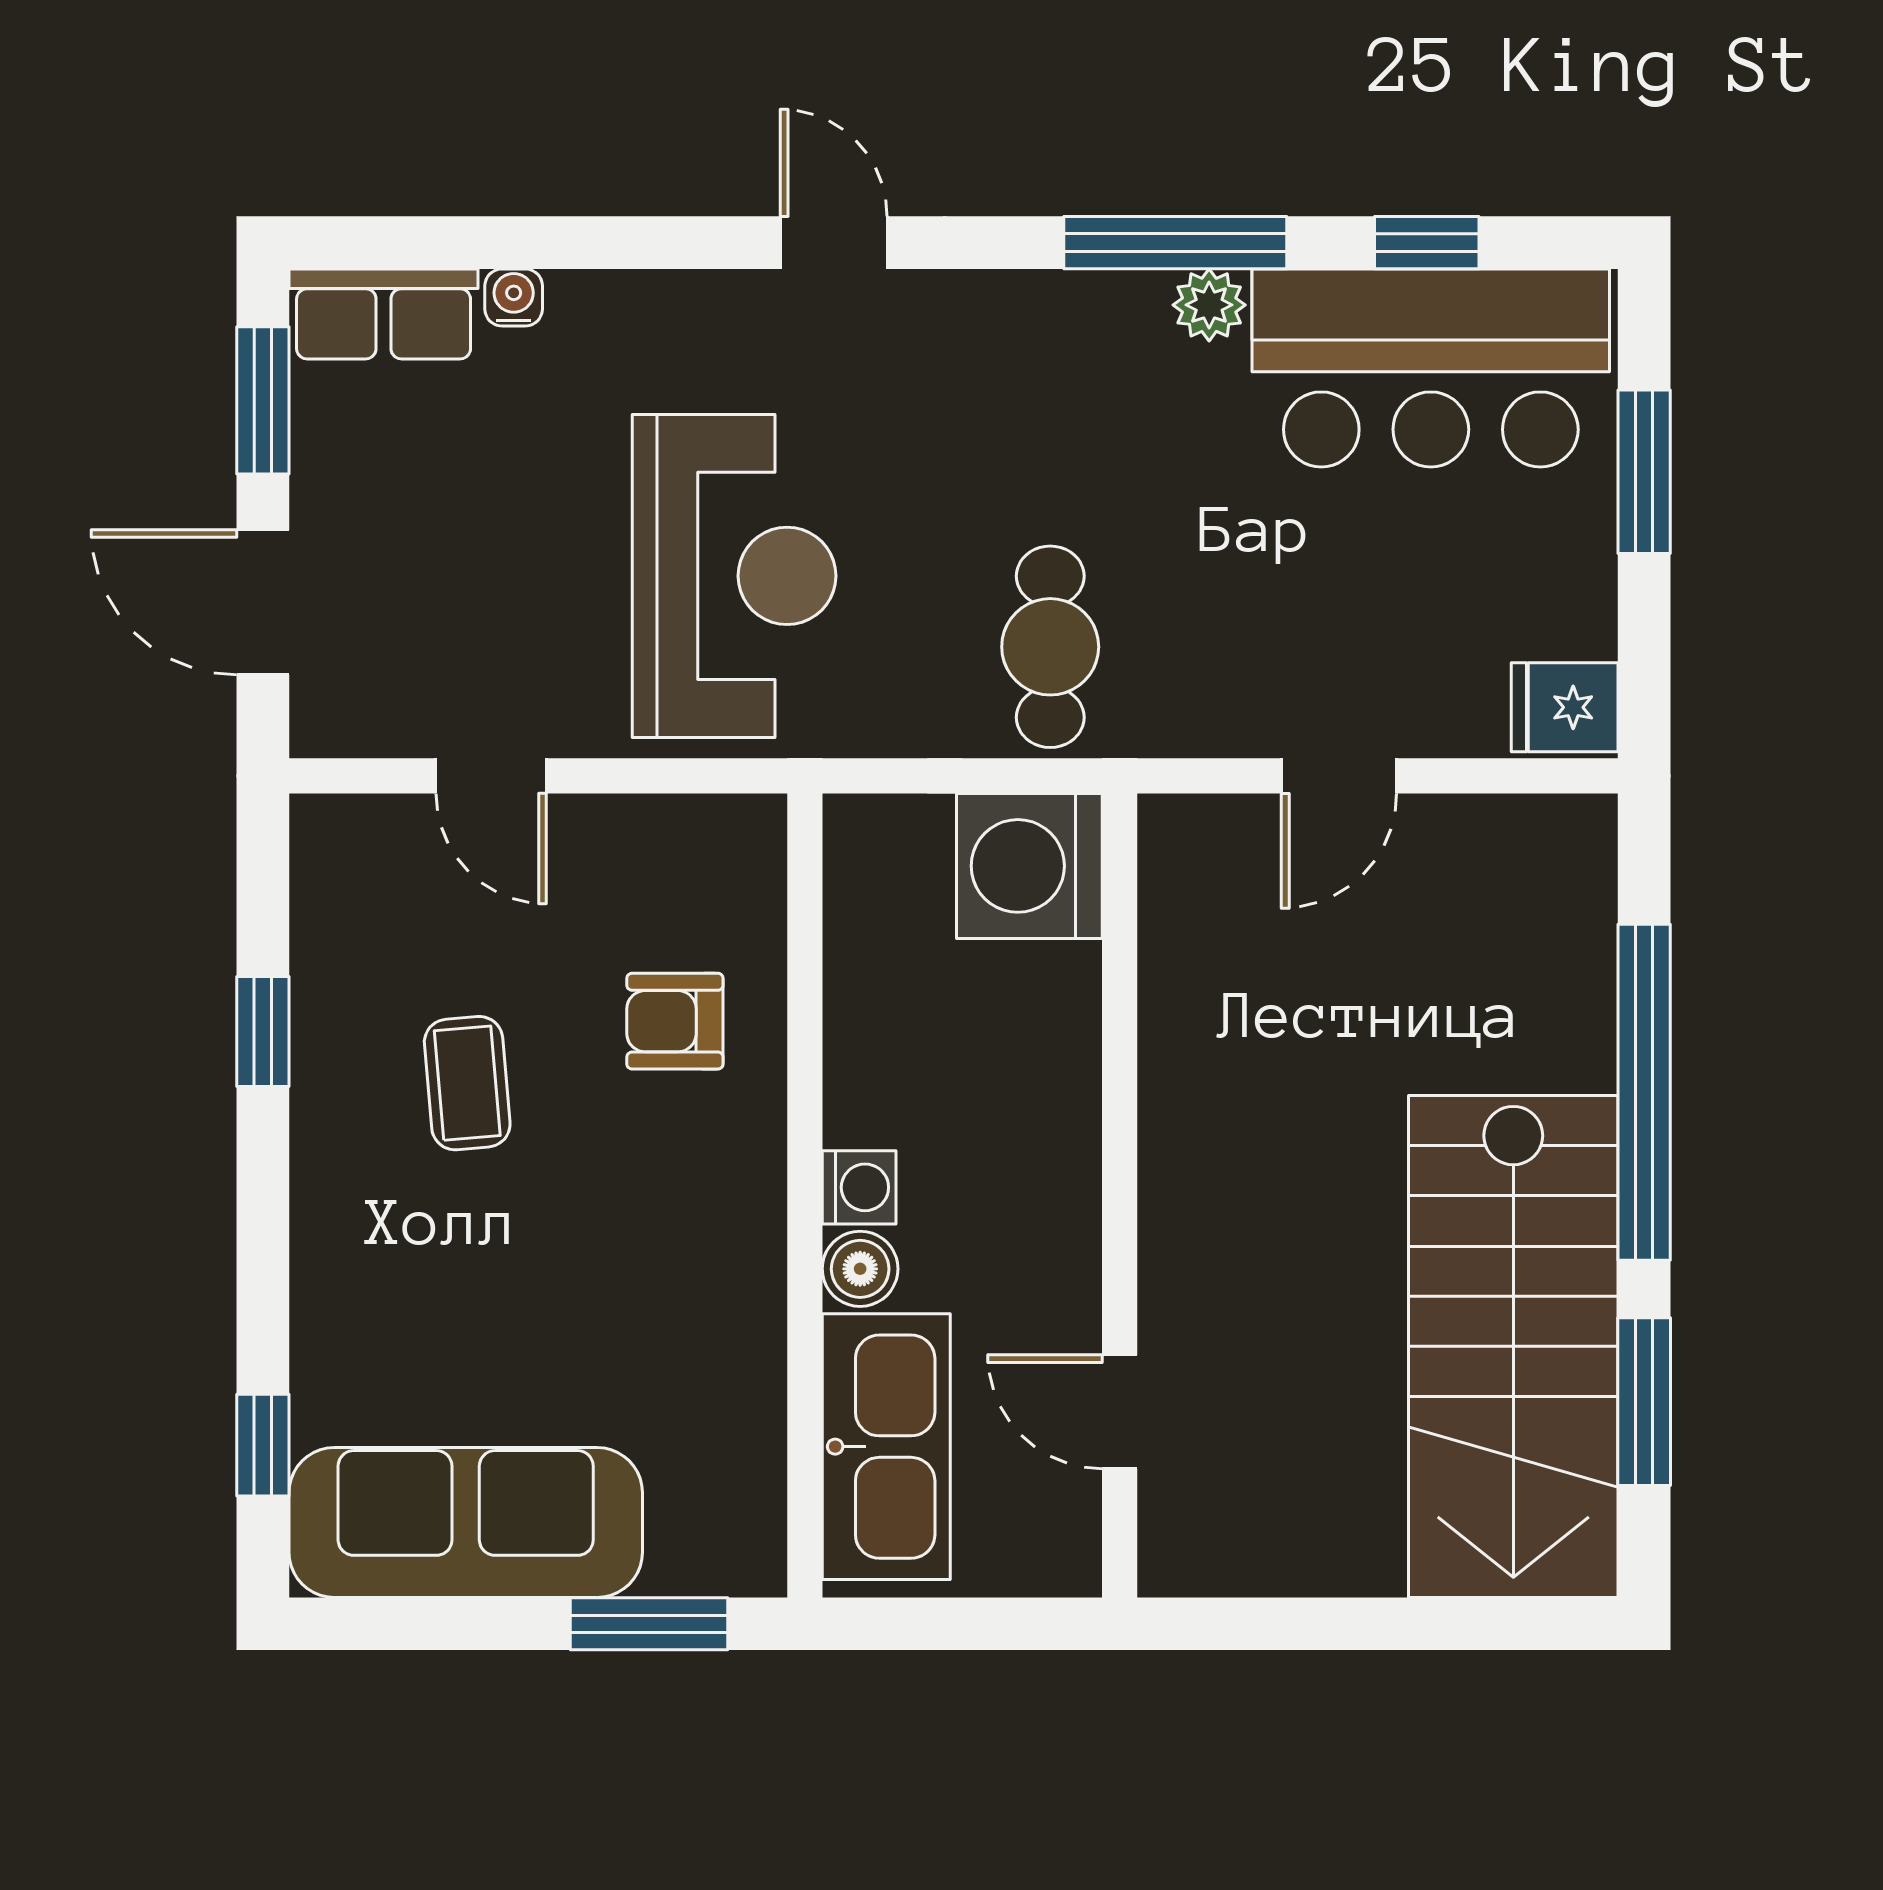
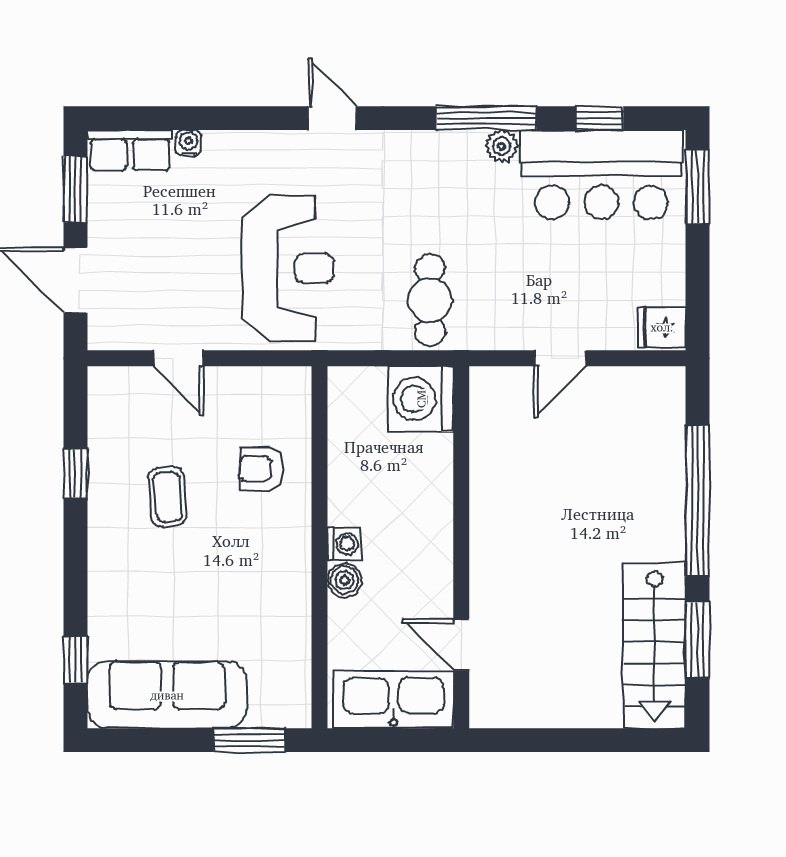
window: (1644, 472) -> (698, 187), moved
stairs: (1513, 1346) -> (654, 645), width x0.73, depth x0.66
kitchen sink: (886, 1447) -> (394, 700), moved, turned -90

